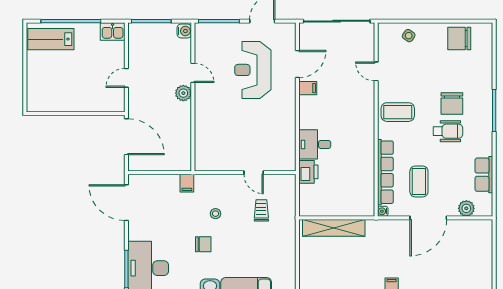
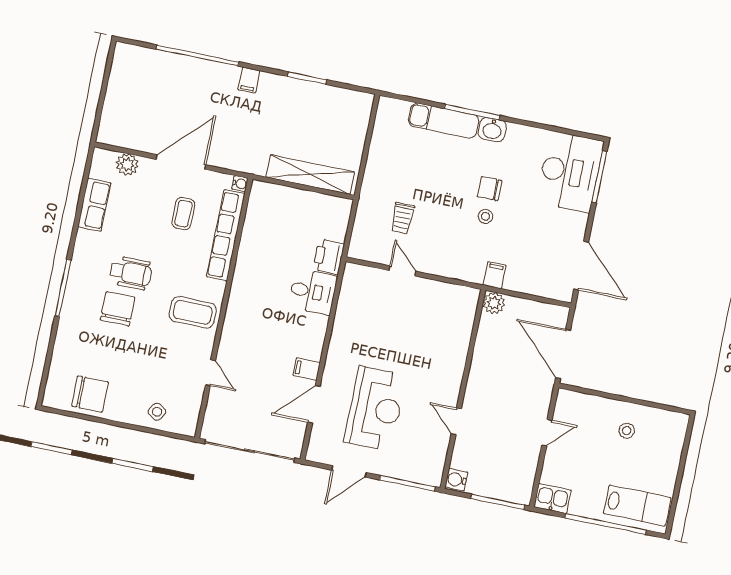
stool: (70, 91) -> (627, 431), added
plant: (183, 93) -> (494, 303), moved
wheelchair: (448, 131) -> (131, 273), turned 180
coffee table: (419, 181) -> (183, 214), width x0.73, depth x0.77
stool: (215, 214) -> (485, 216), moved

